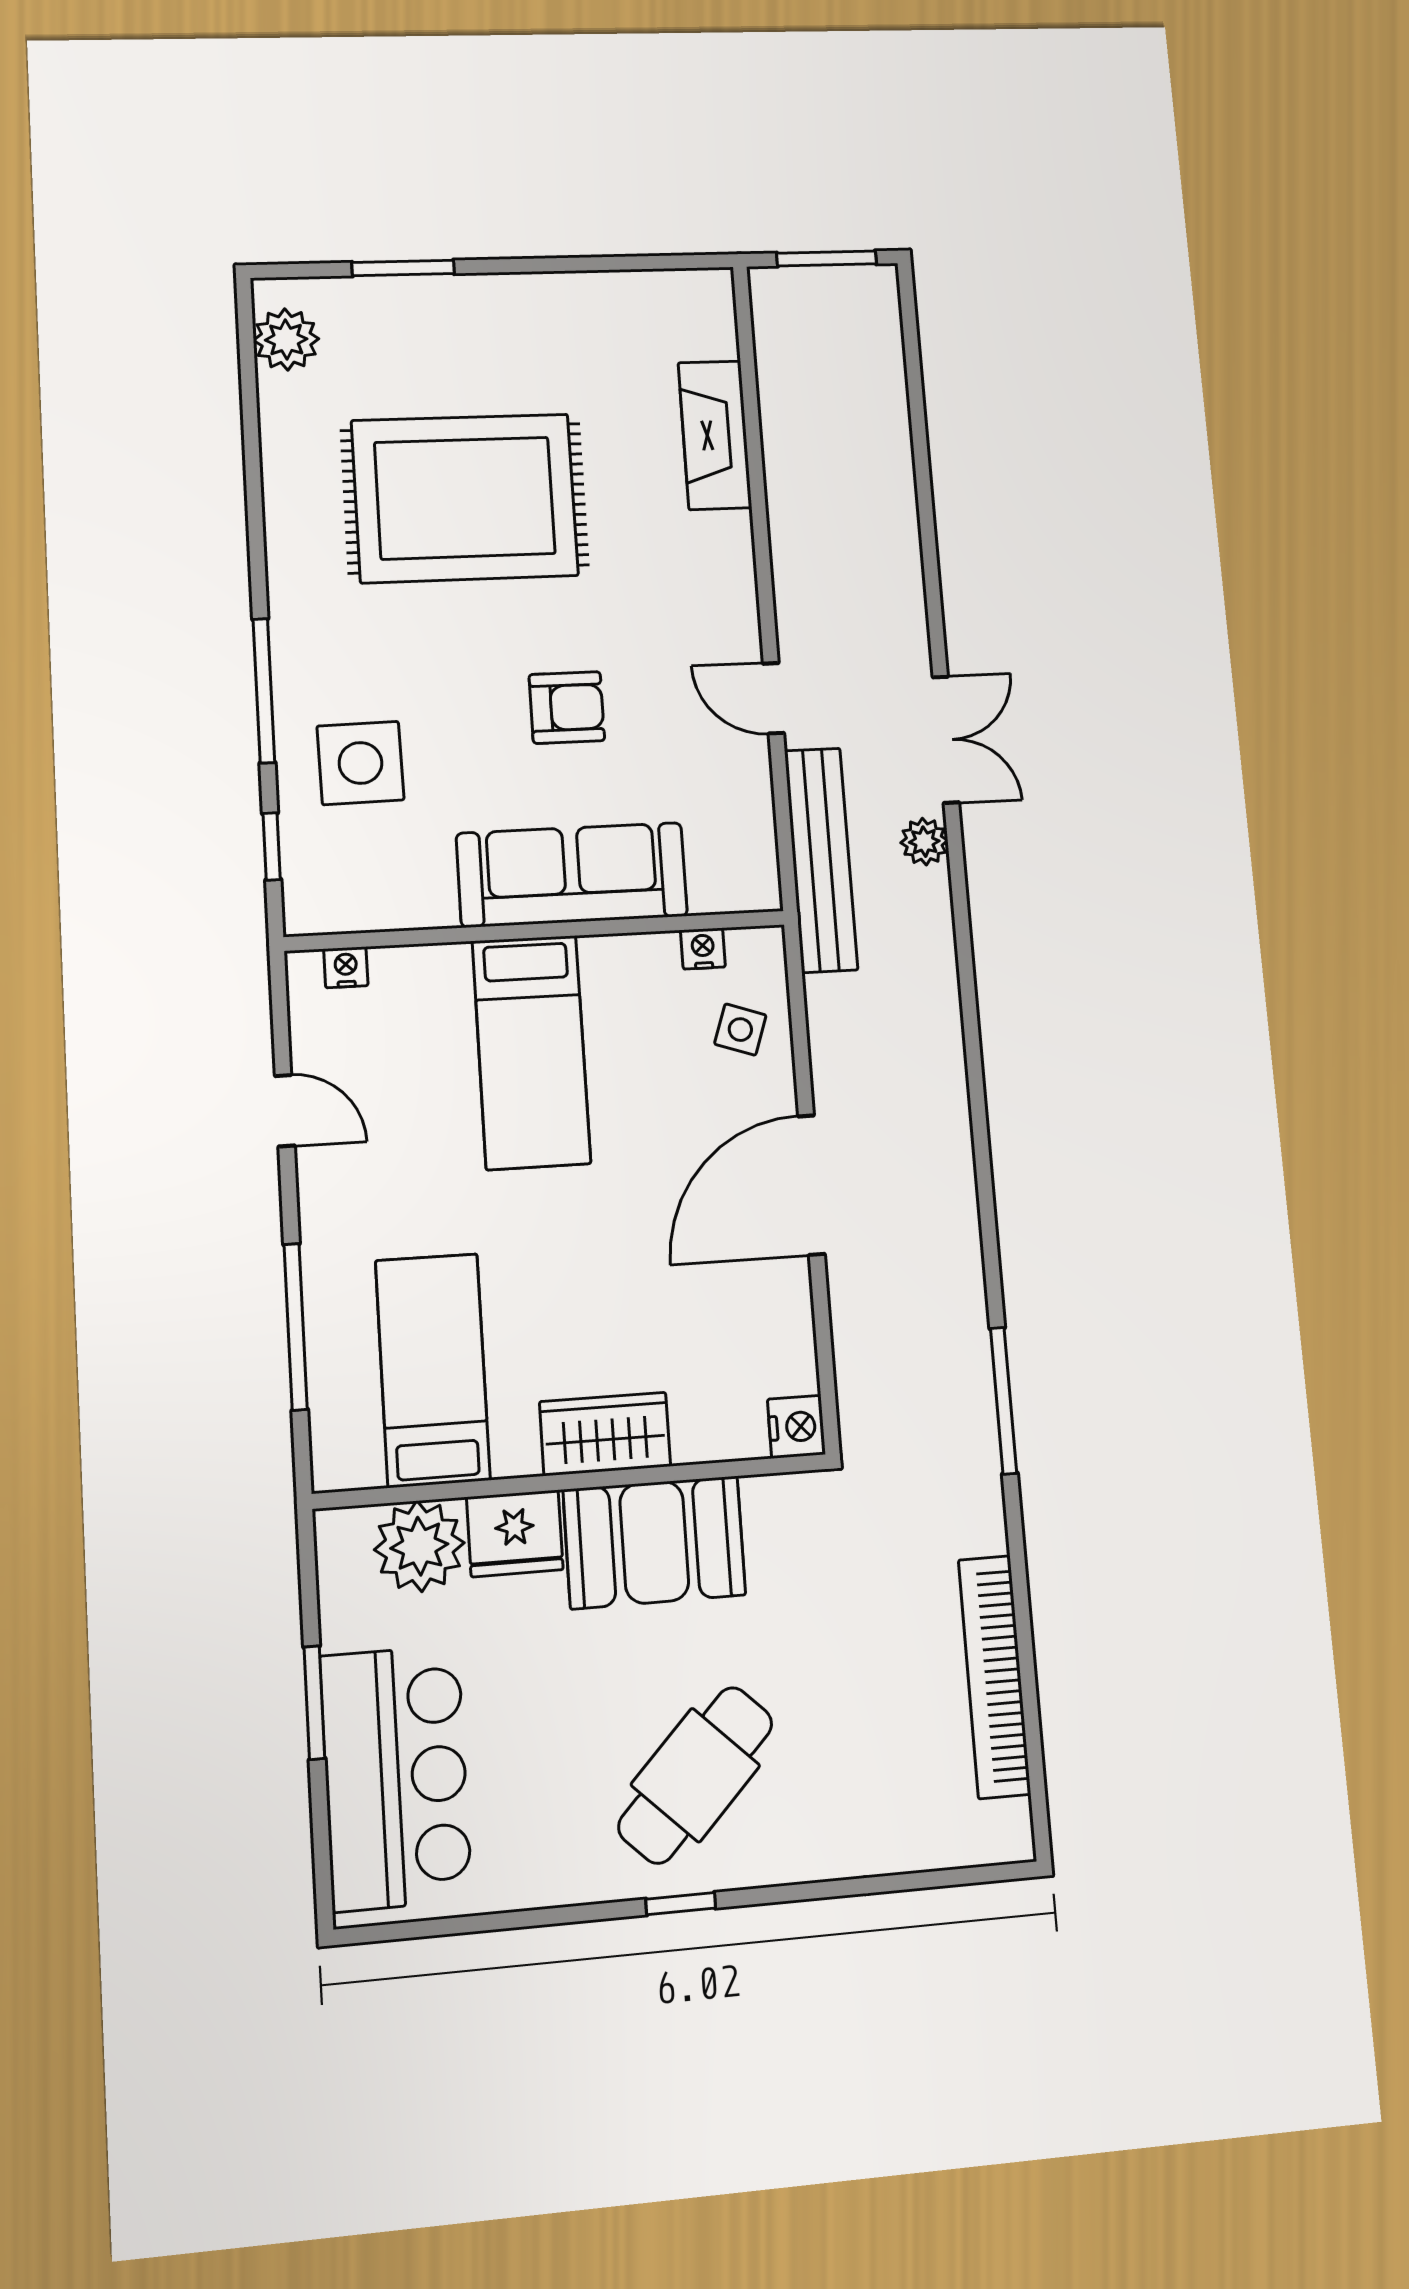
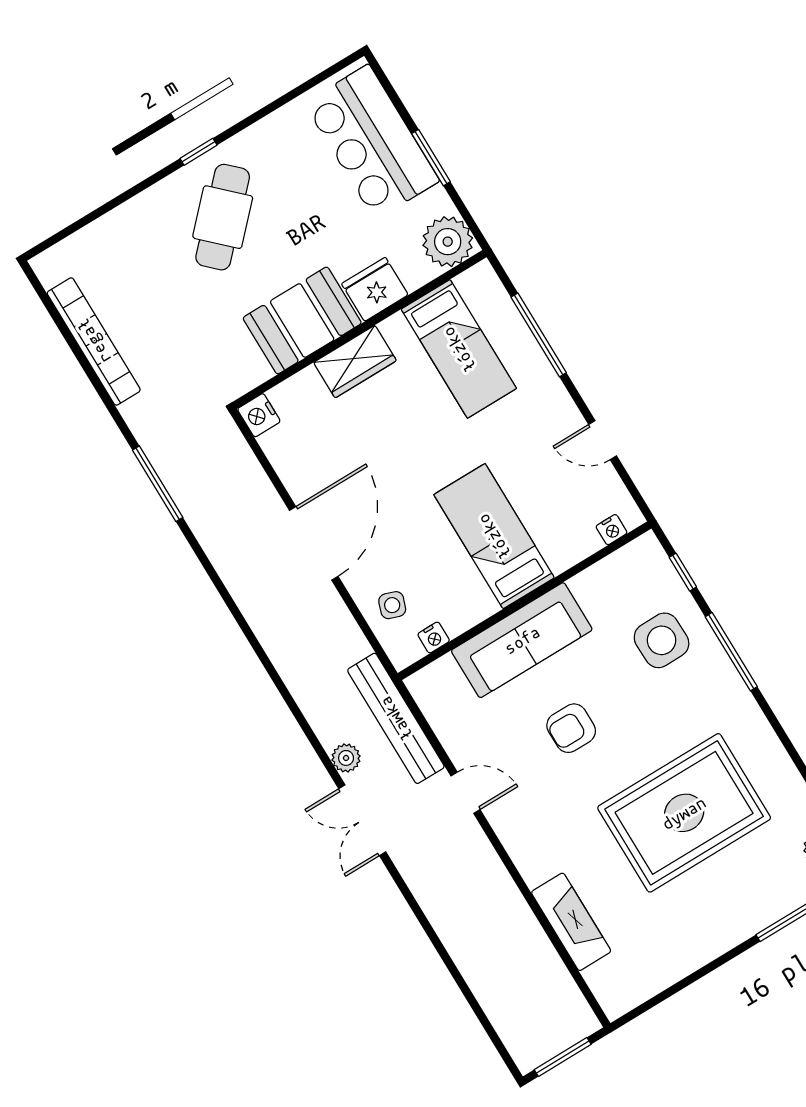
plant: (419, 1546) -> (448, 242), moved

